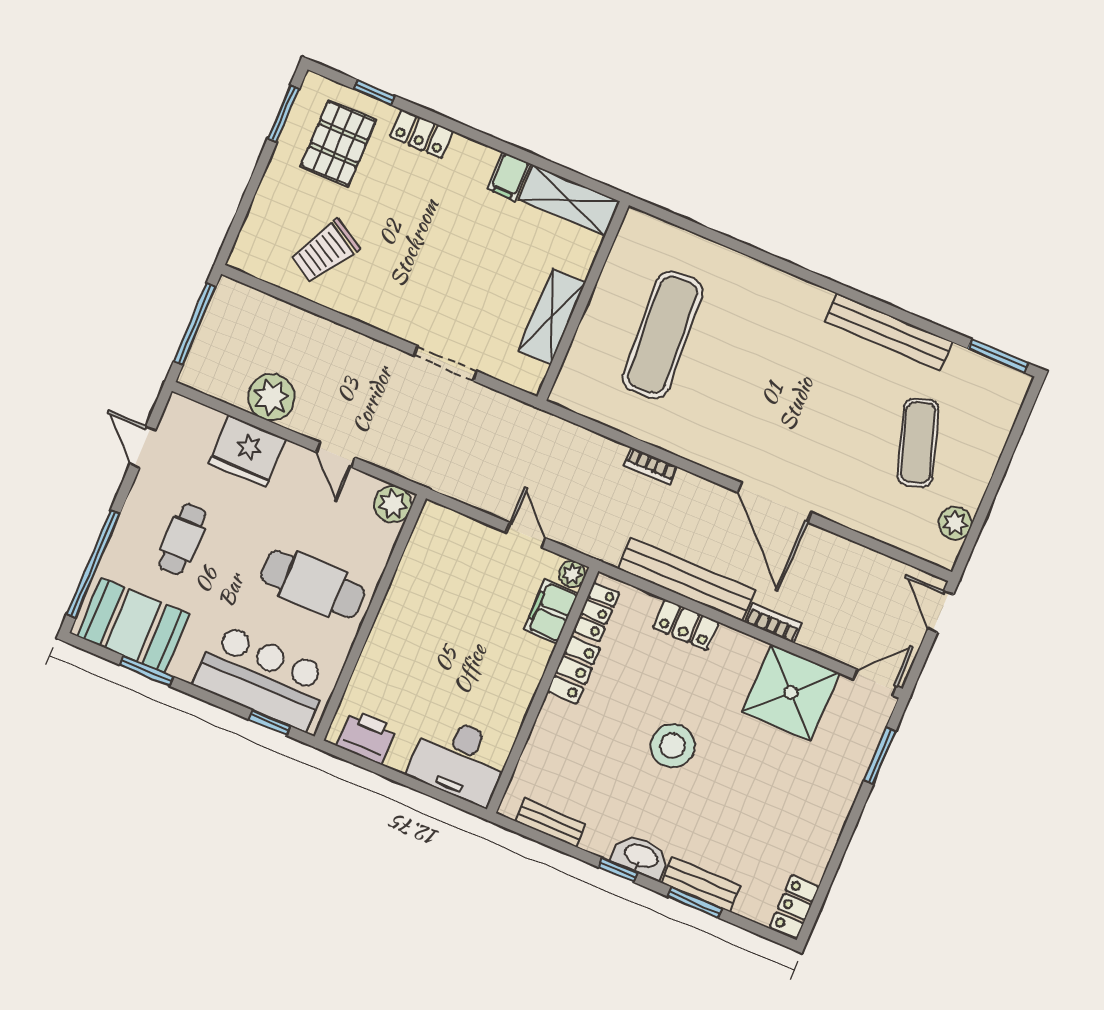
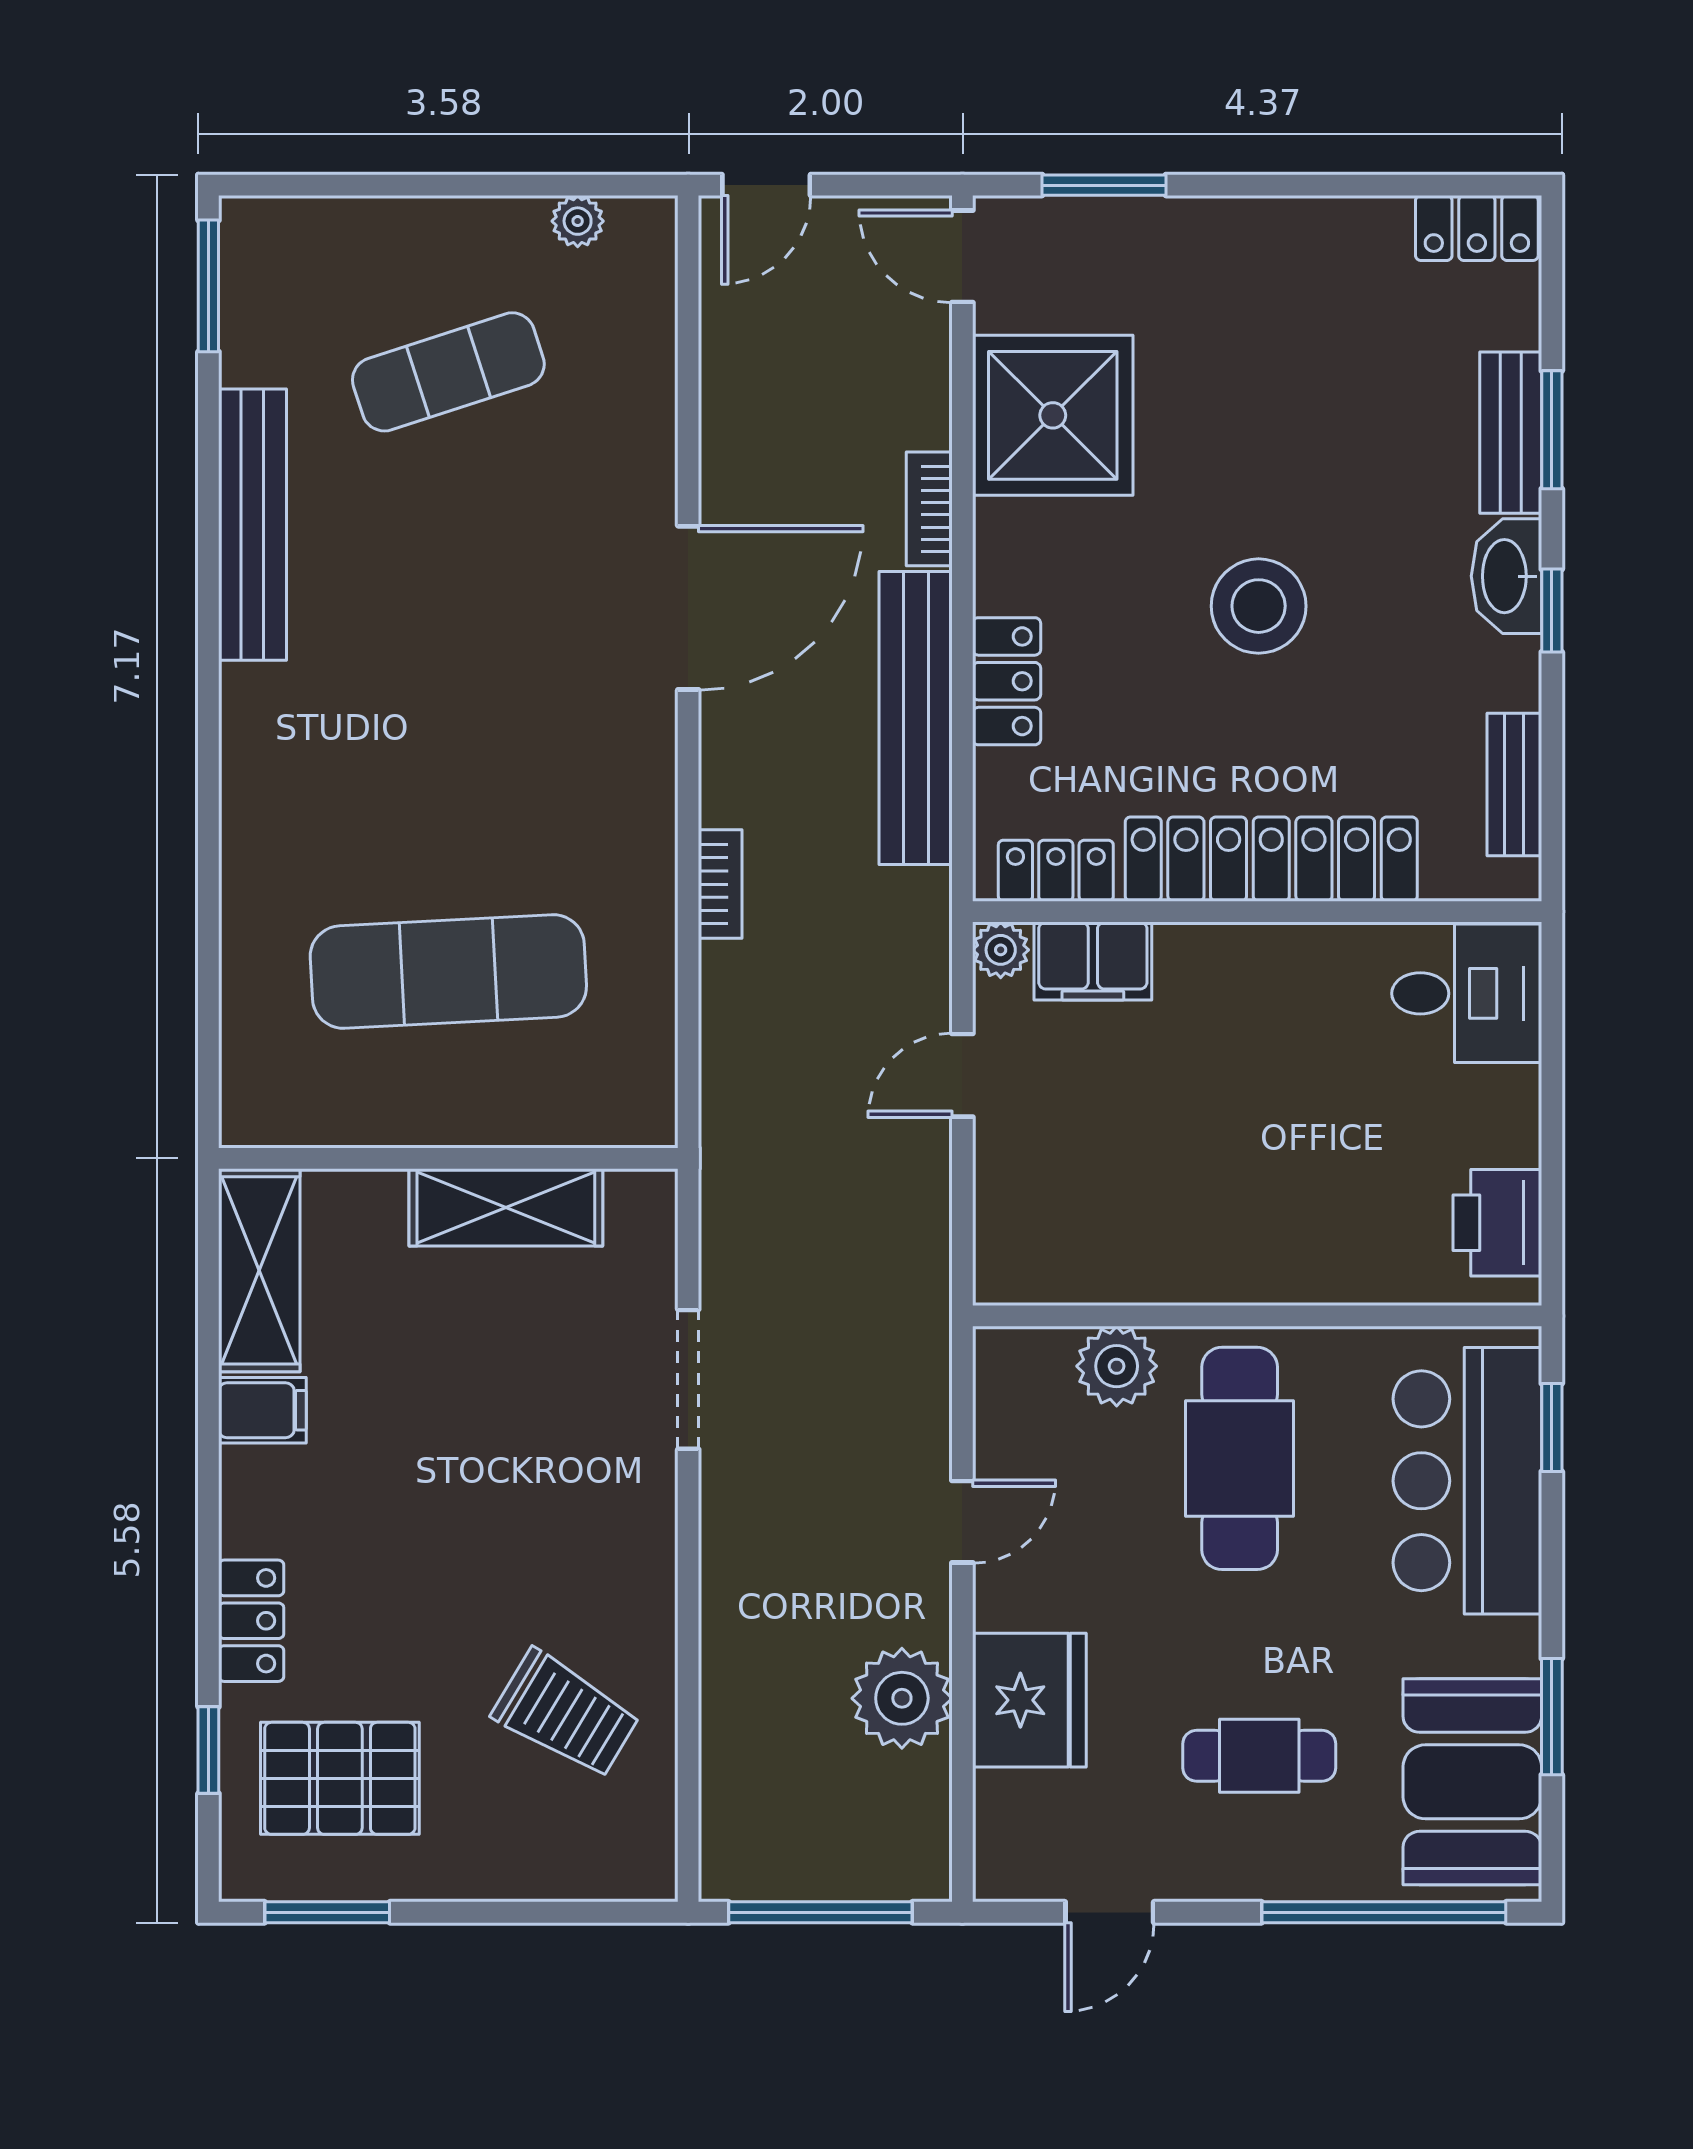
plant: (393, 504) -> (1117, 1366), moved
plant: (955, 523) -> (578, 221), width x0.73, depth x0.73
locker: (574, 670) -> (1271, 859), width x2.16, depth x1.21
desk: (459, 760) -> (1467, 993), width x0.73

